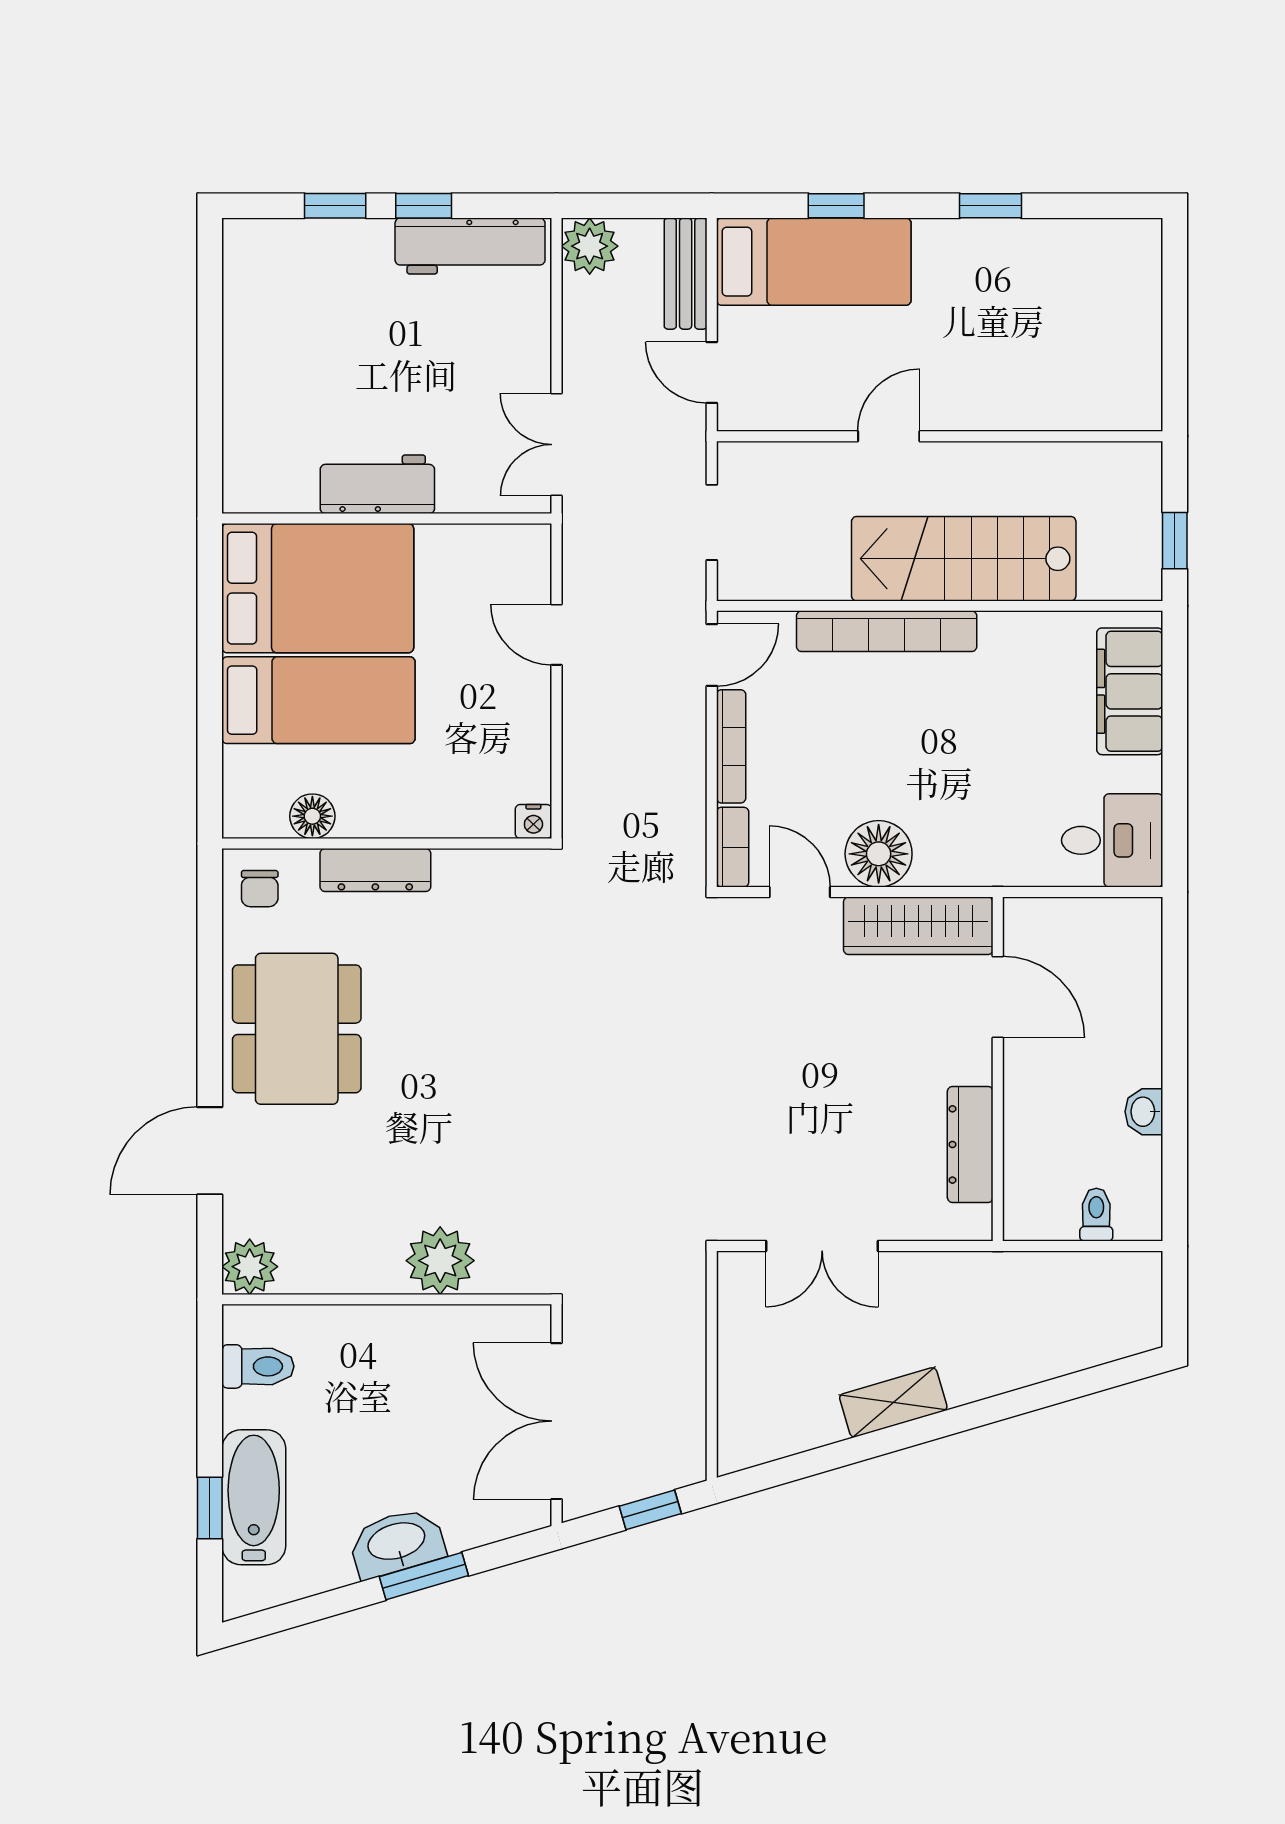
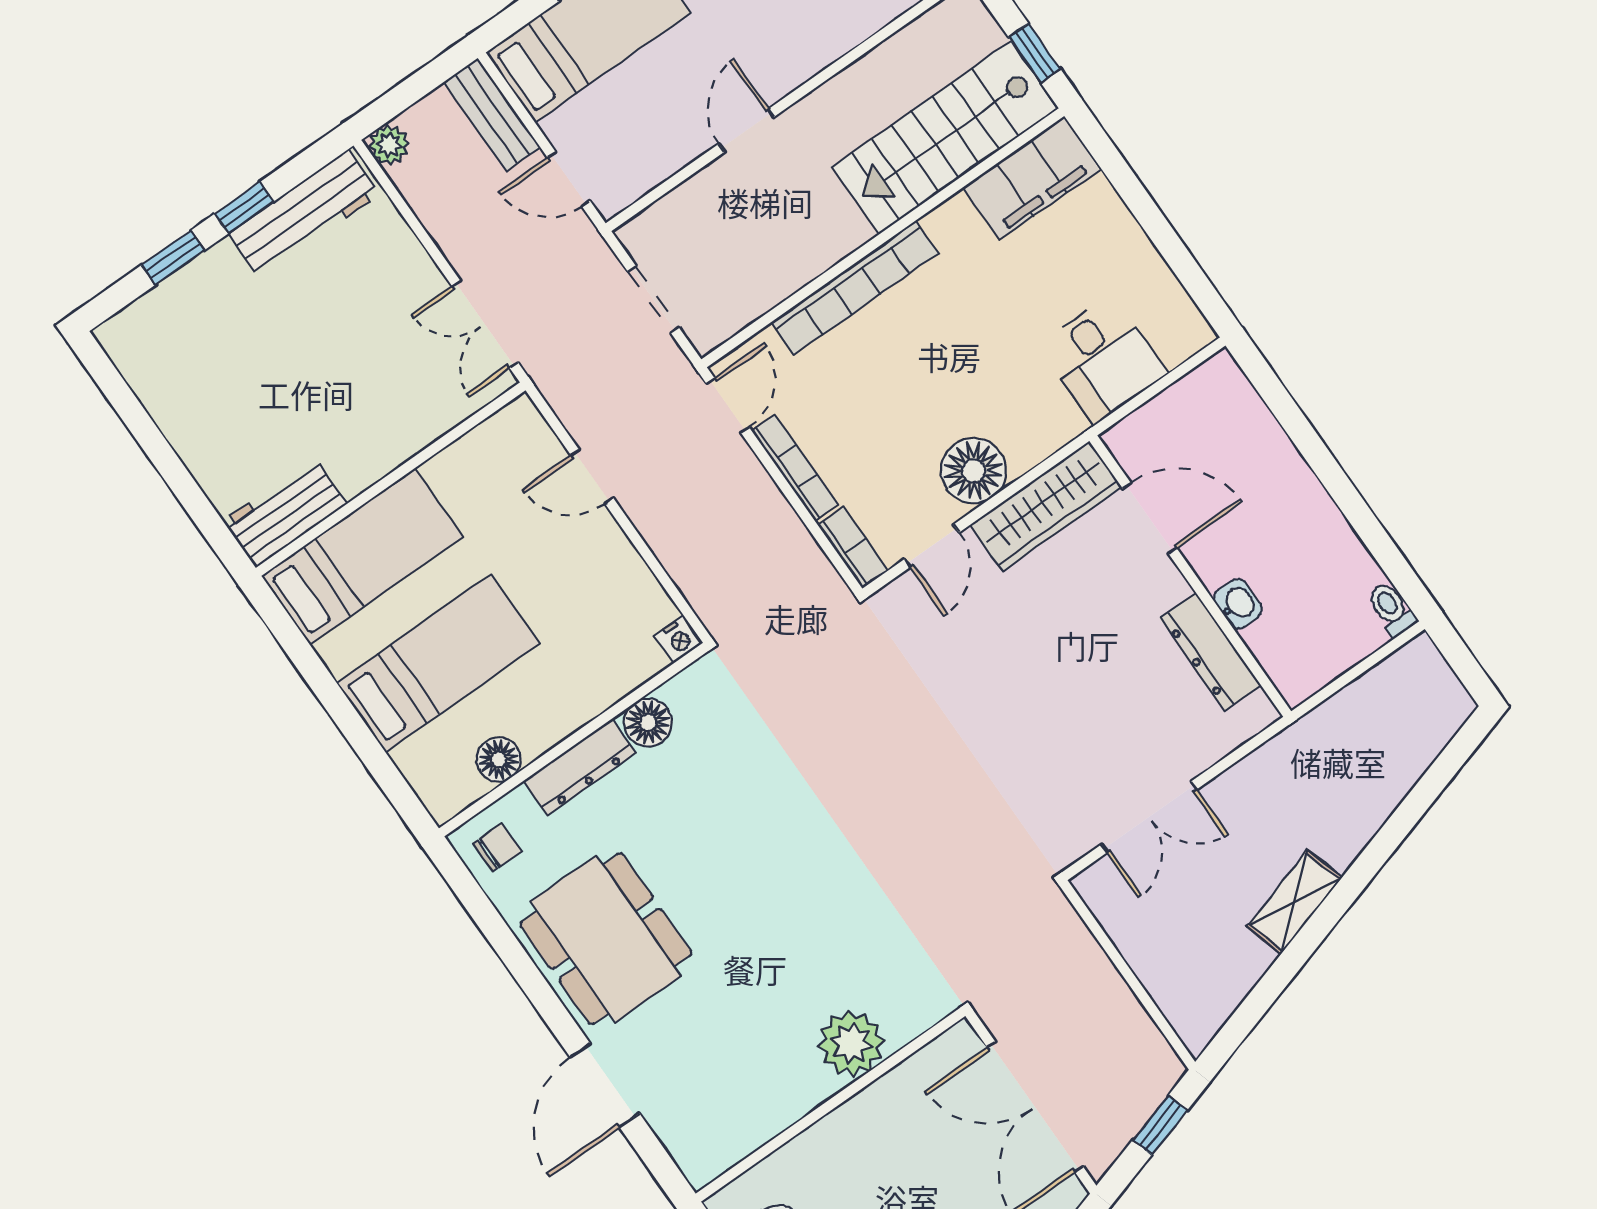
plant: (590, 246) -> (389, 145), width x0.73, depth x0.73
workbench: (377, 484) -> (285, 512), moved
stairs: (964, 559) -> (945, 138), moved
bed: (318, 588) -> (362, 556), width x0.67
filing cabinet: (1130, 691) -> (1032, 178), moved, turned -90
desk: (1112, 840) -> (1103, 359), moved, turned 90
floor lamp: (459, 873) -> (648, 722), added
chair: (260, 889) -> (497, 847), turned -90
door: (800, 892) -> (932, 546), swing flipped
washbasin: (1144, 1112) -> (1238, 604), moved, turned 180
toilet: (1096, 1215) -> (1391, 609), moved
plant: (250, 1267) -> (702, 1156), removed

